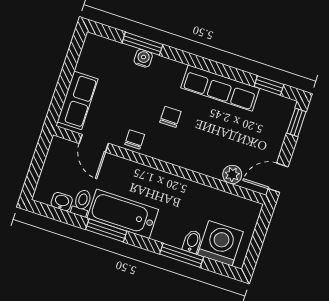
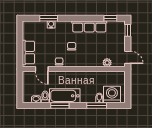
door: (278, 178) -> (128, 57), swing flipped

